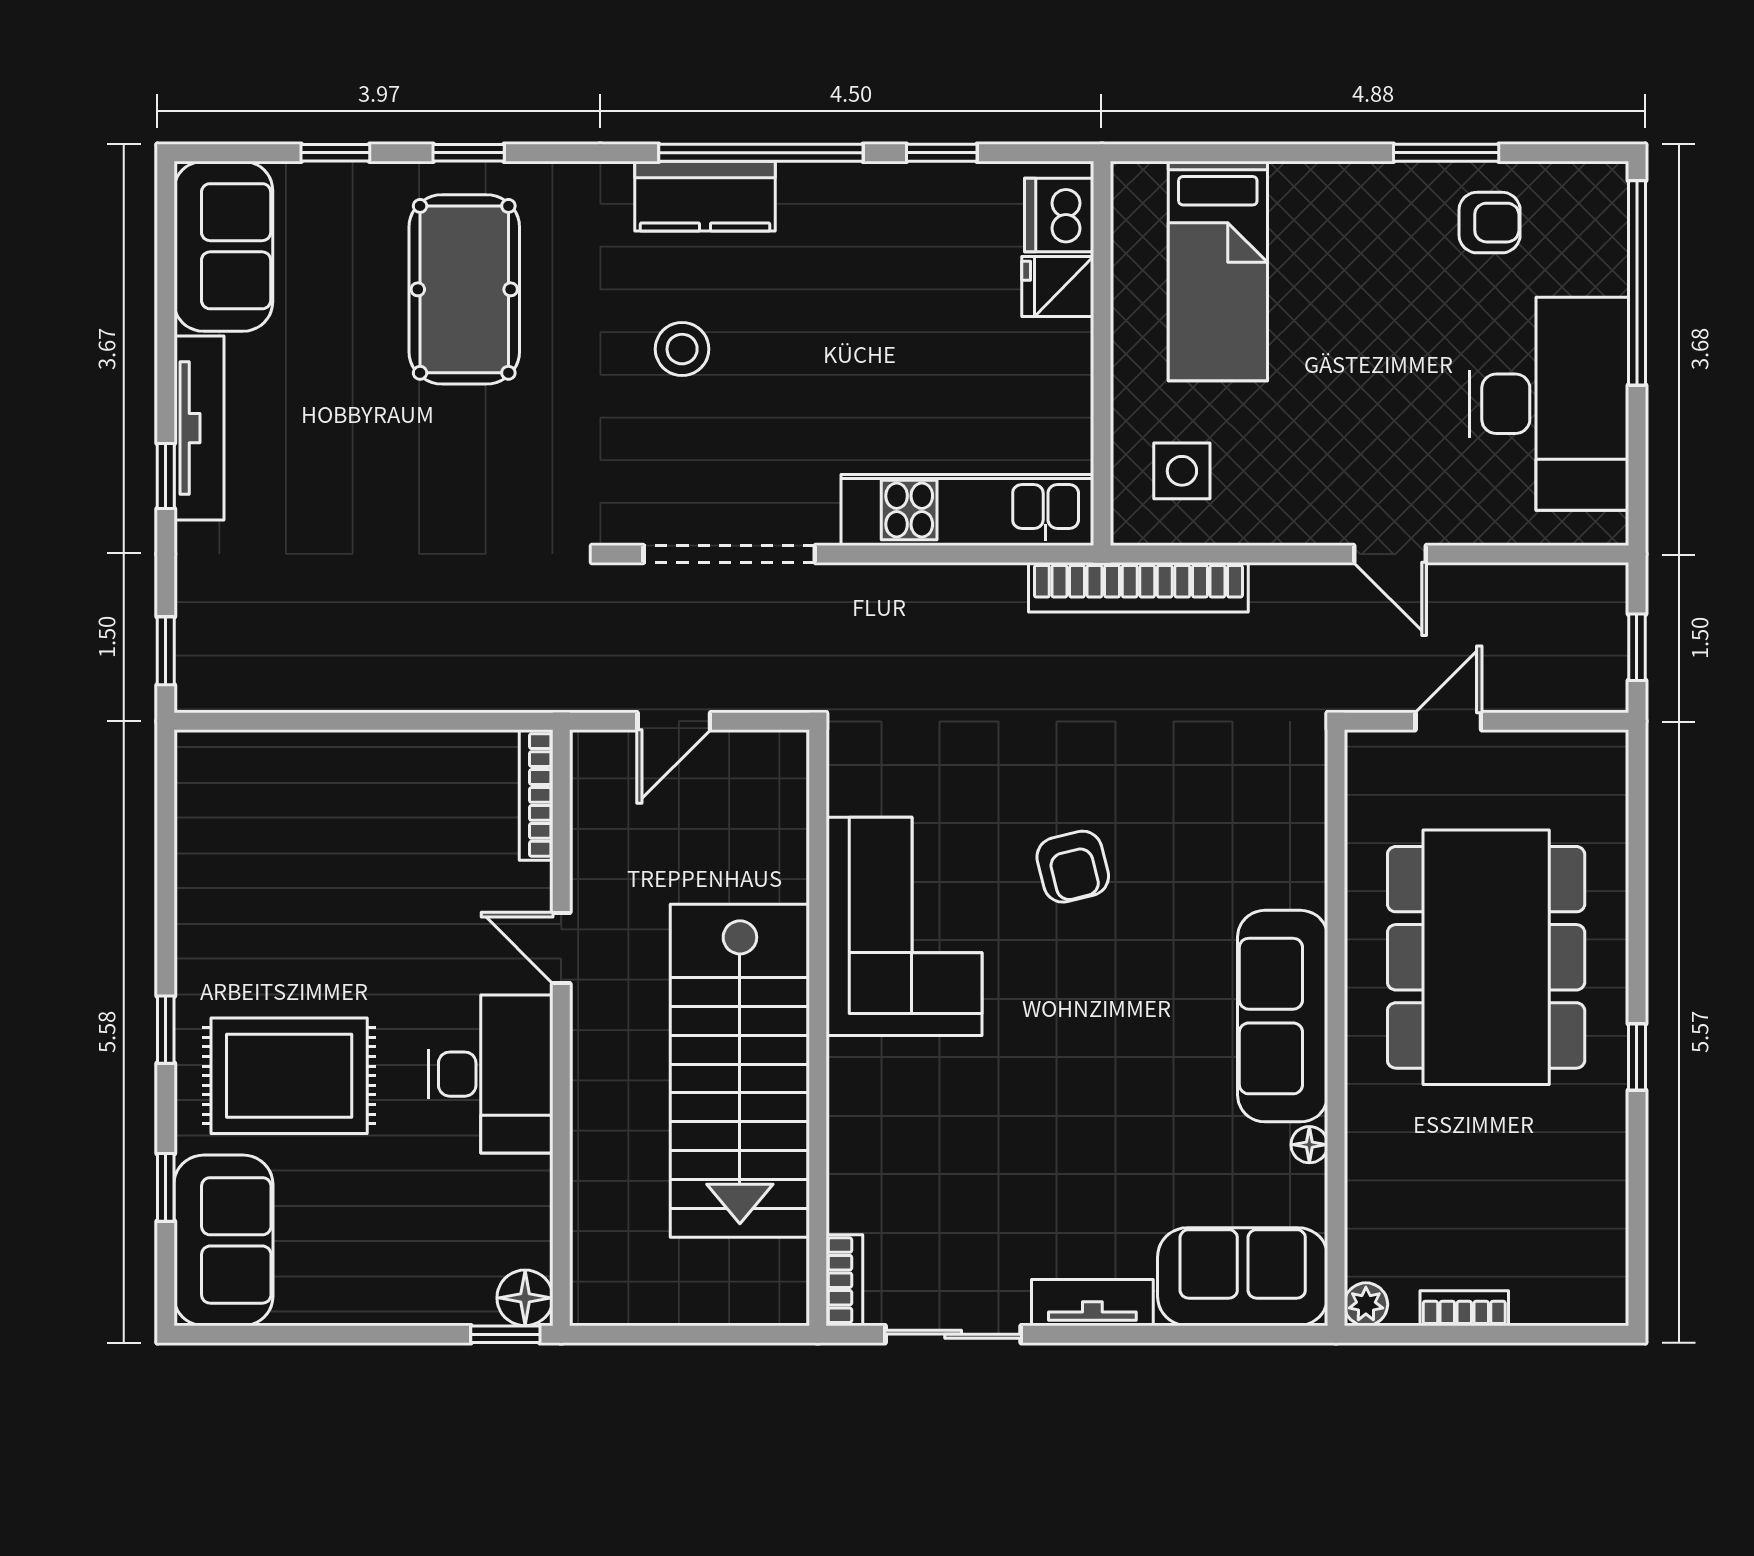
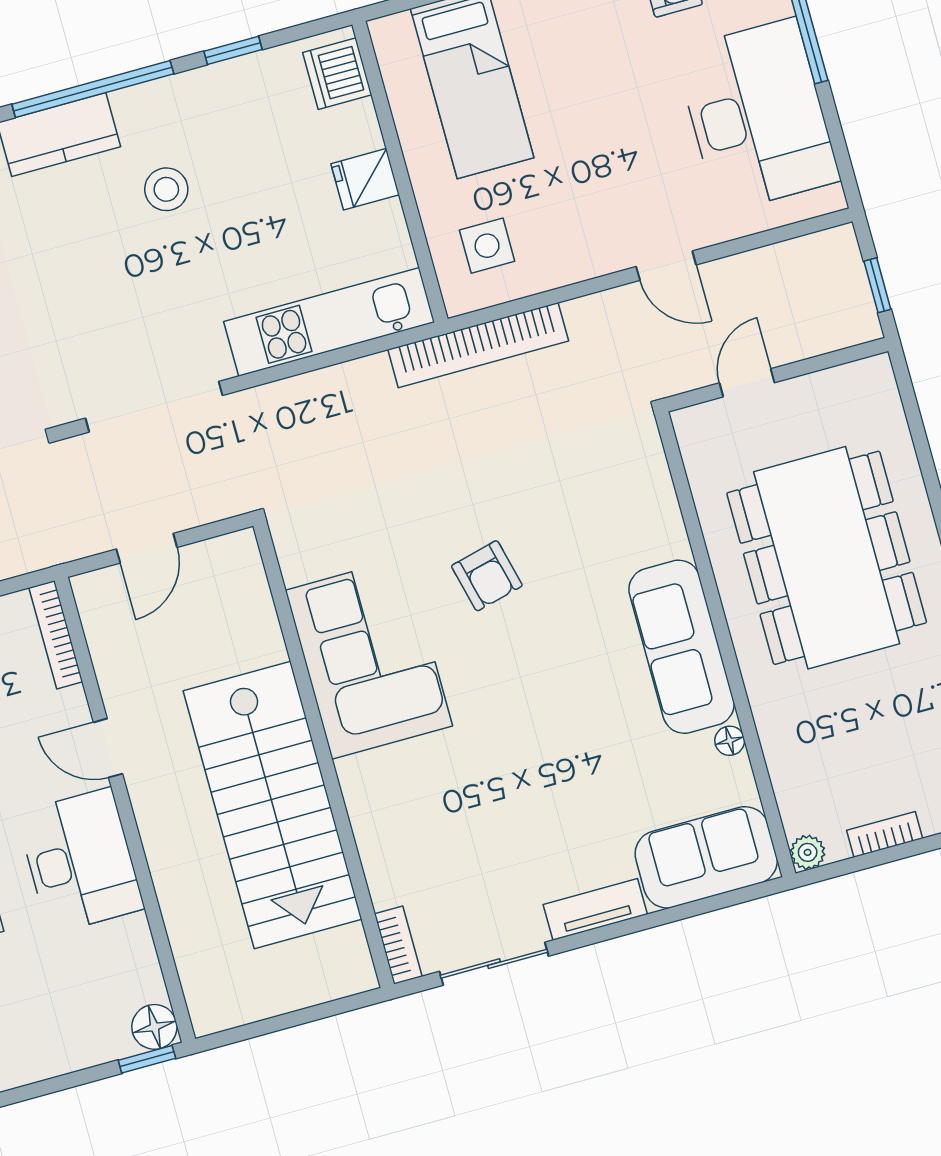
fridge: (1058, 286) -> (365, 179), moved
stool: (682, 349) -> (166, 189), moved

